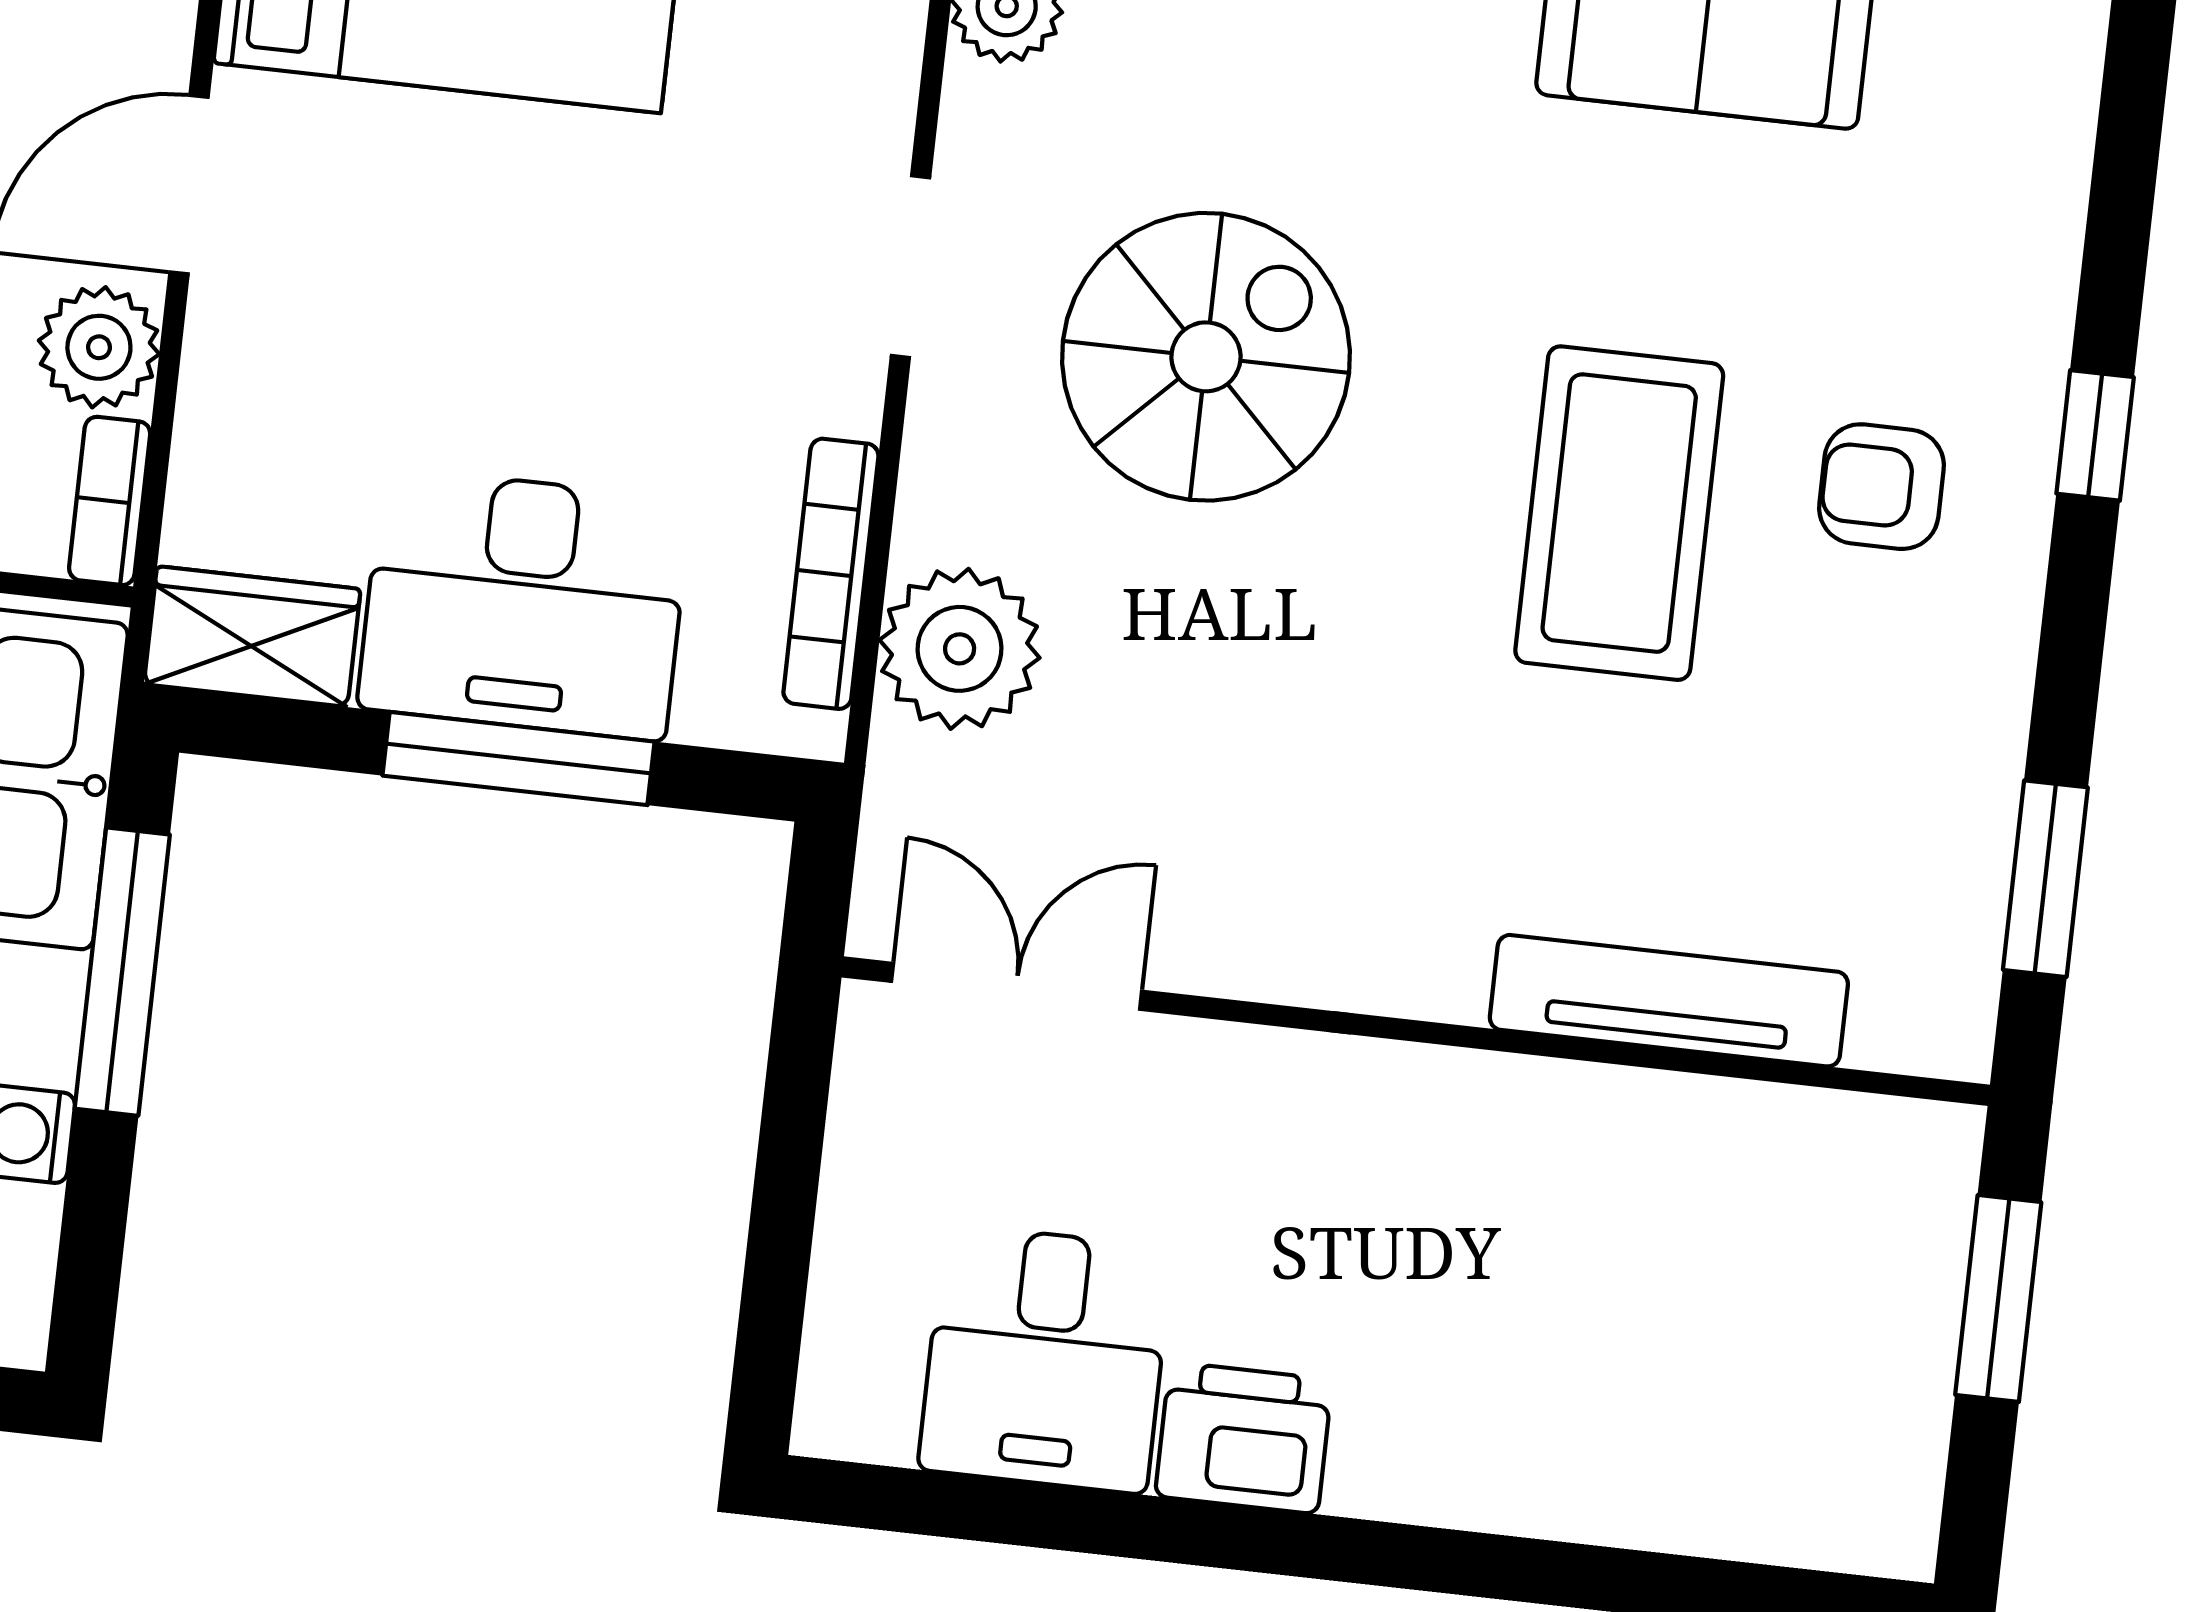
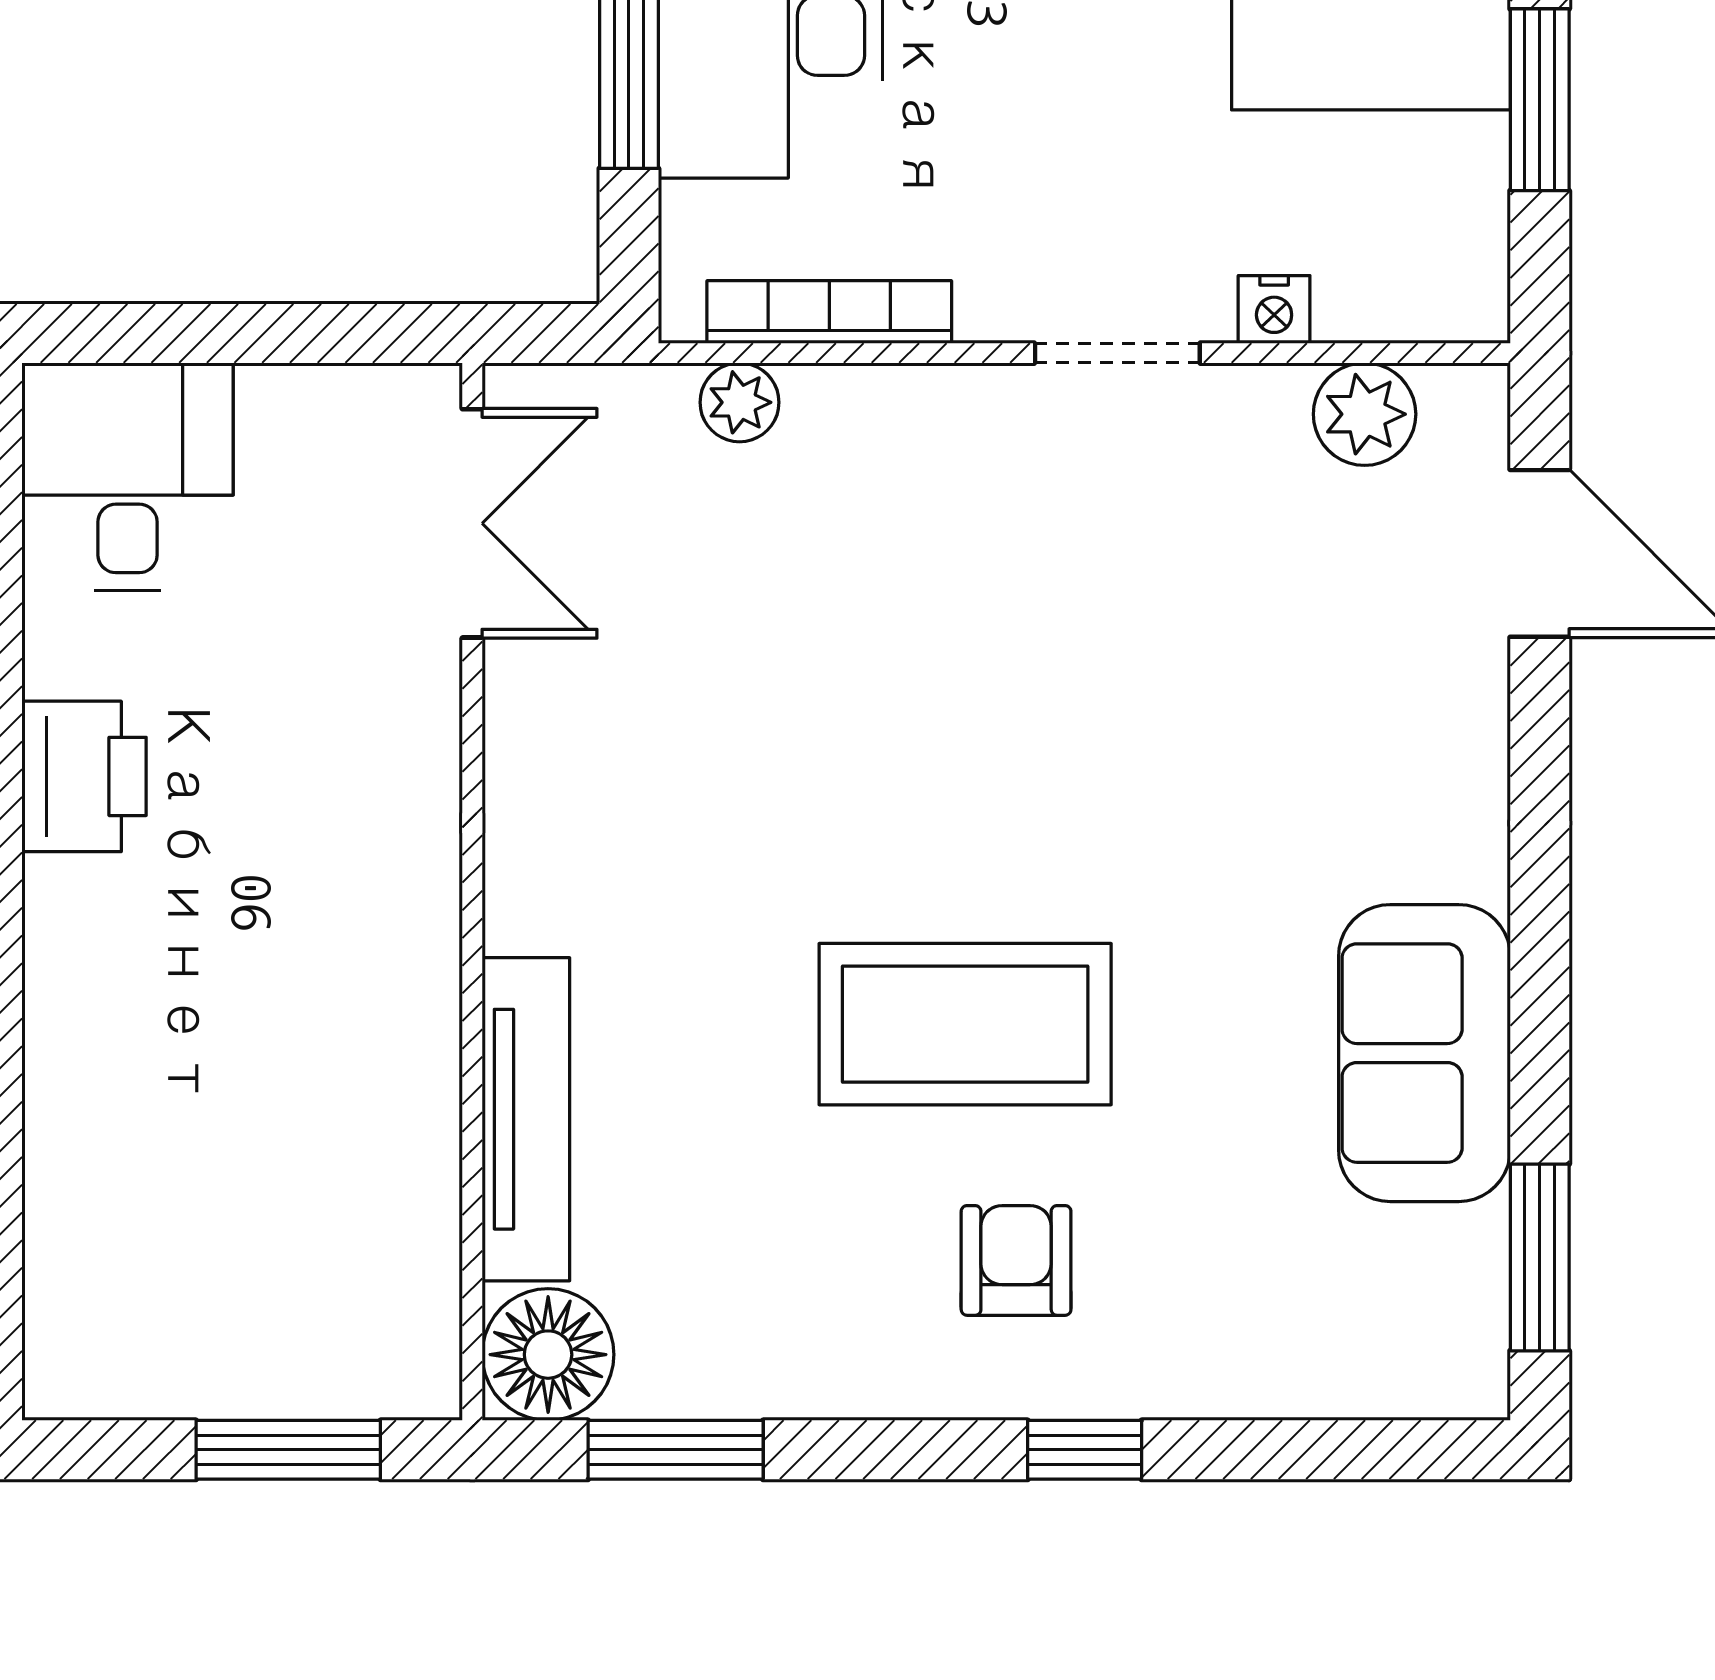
nightstand: (882, 91) -> (1274, 309), added
spiral stairs: (1206, 357) -> (1065, 632), removed
plant: (960, 649) -> (739, 402), width x0.53, depth x0.53
floor lamp: (1927, 1005) -> (548, 1355), added
desk: (1045, 1359) -> (128, 477), moved, turned 90

